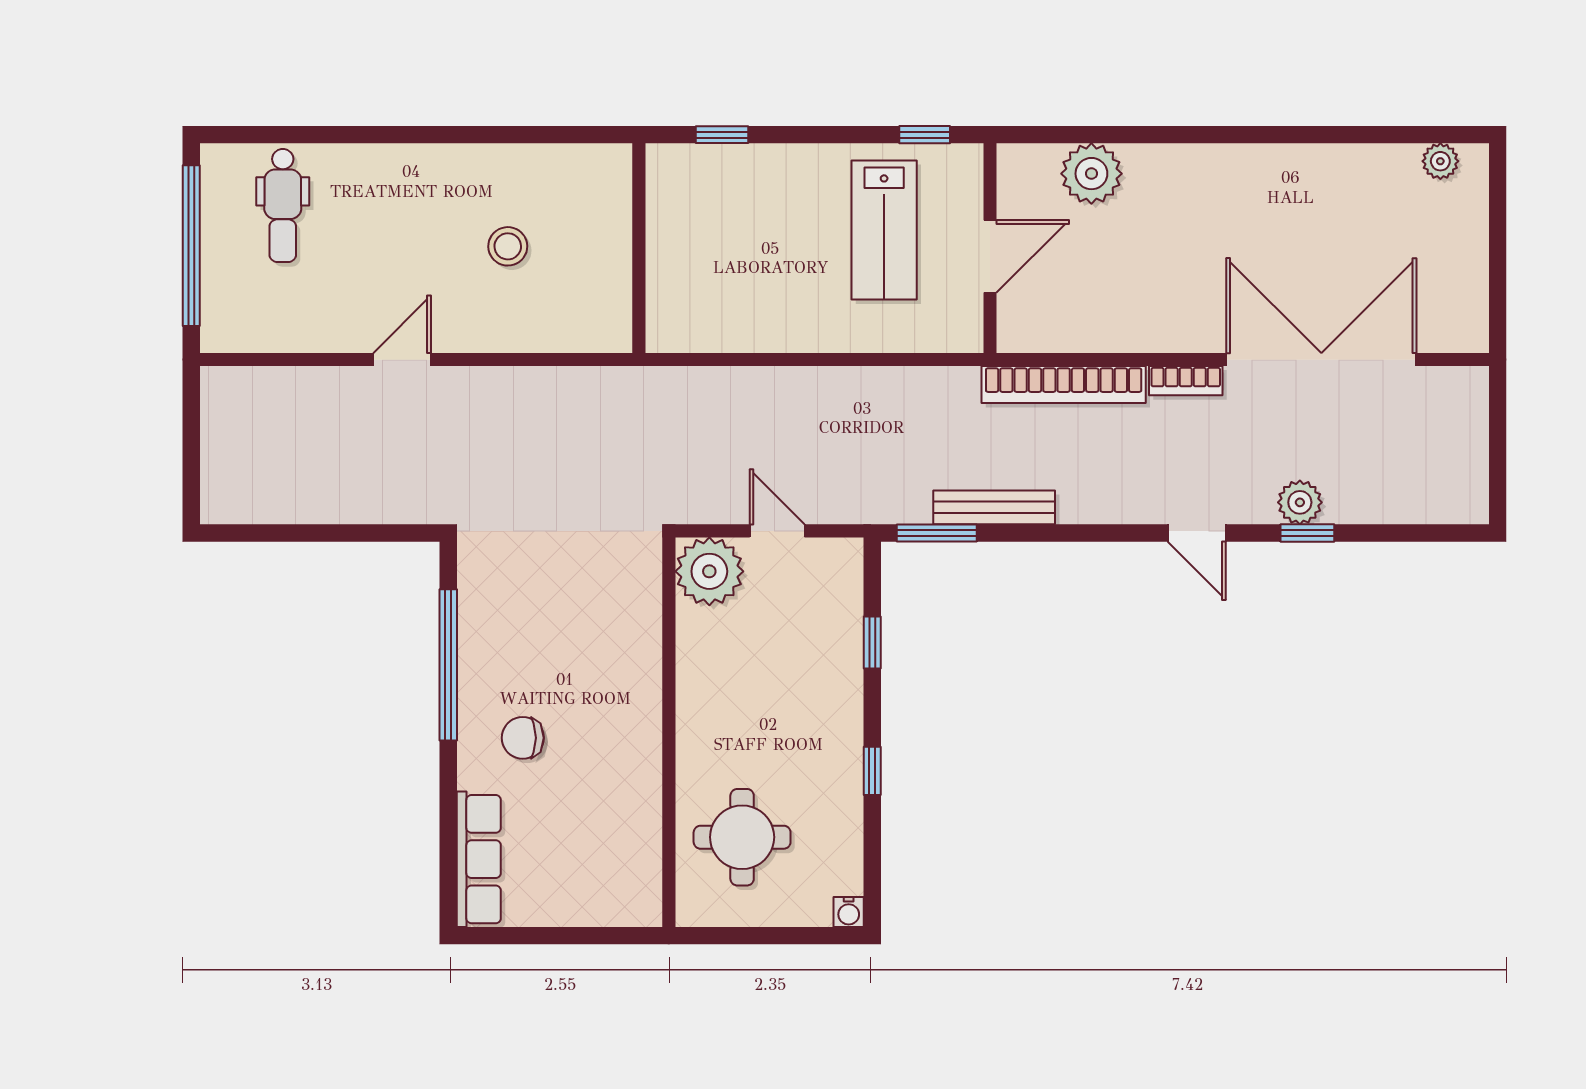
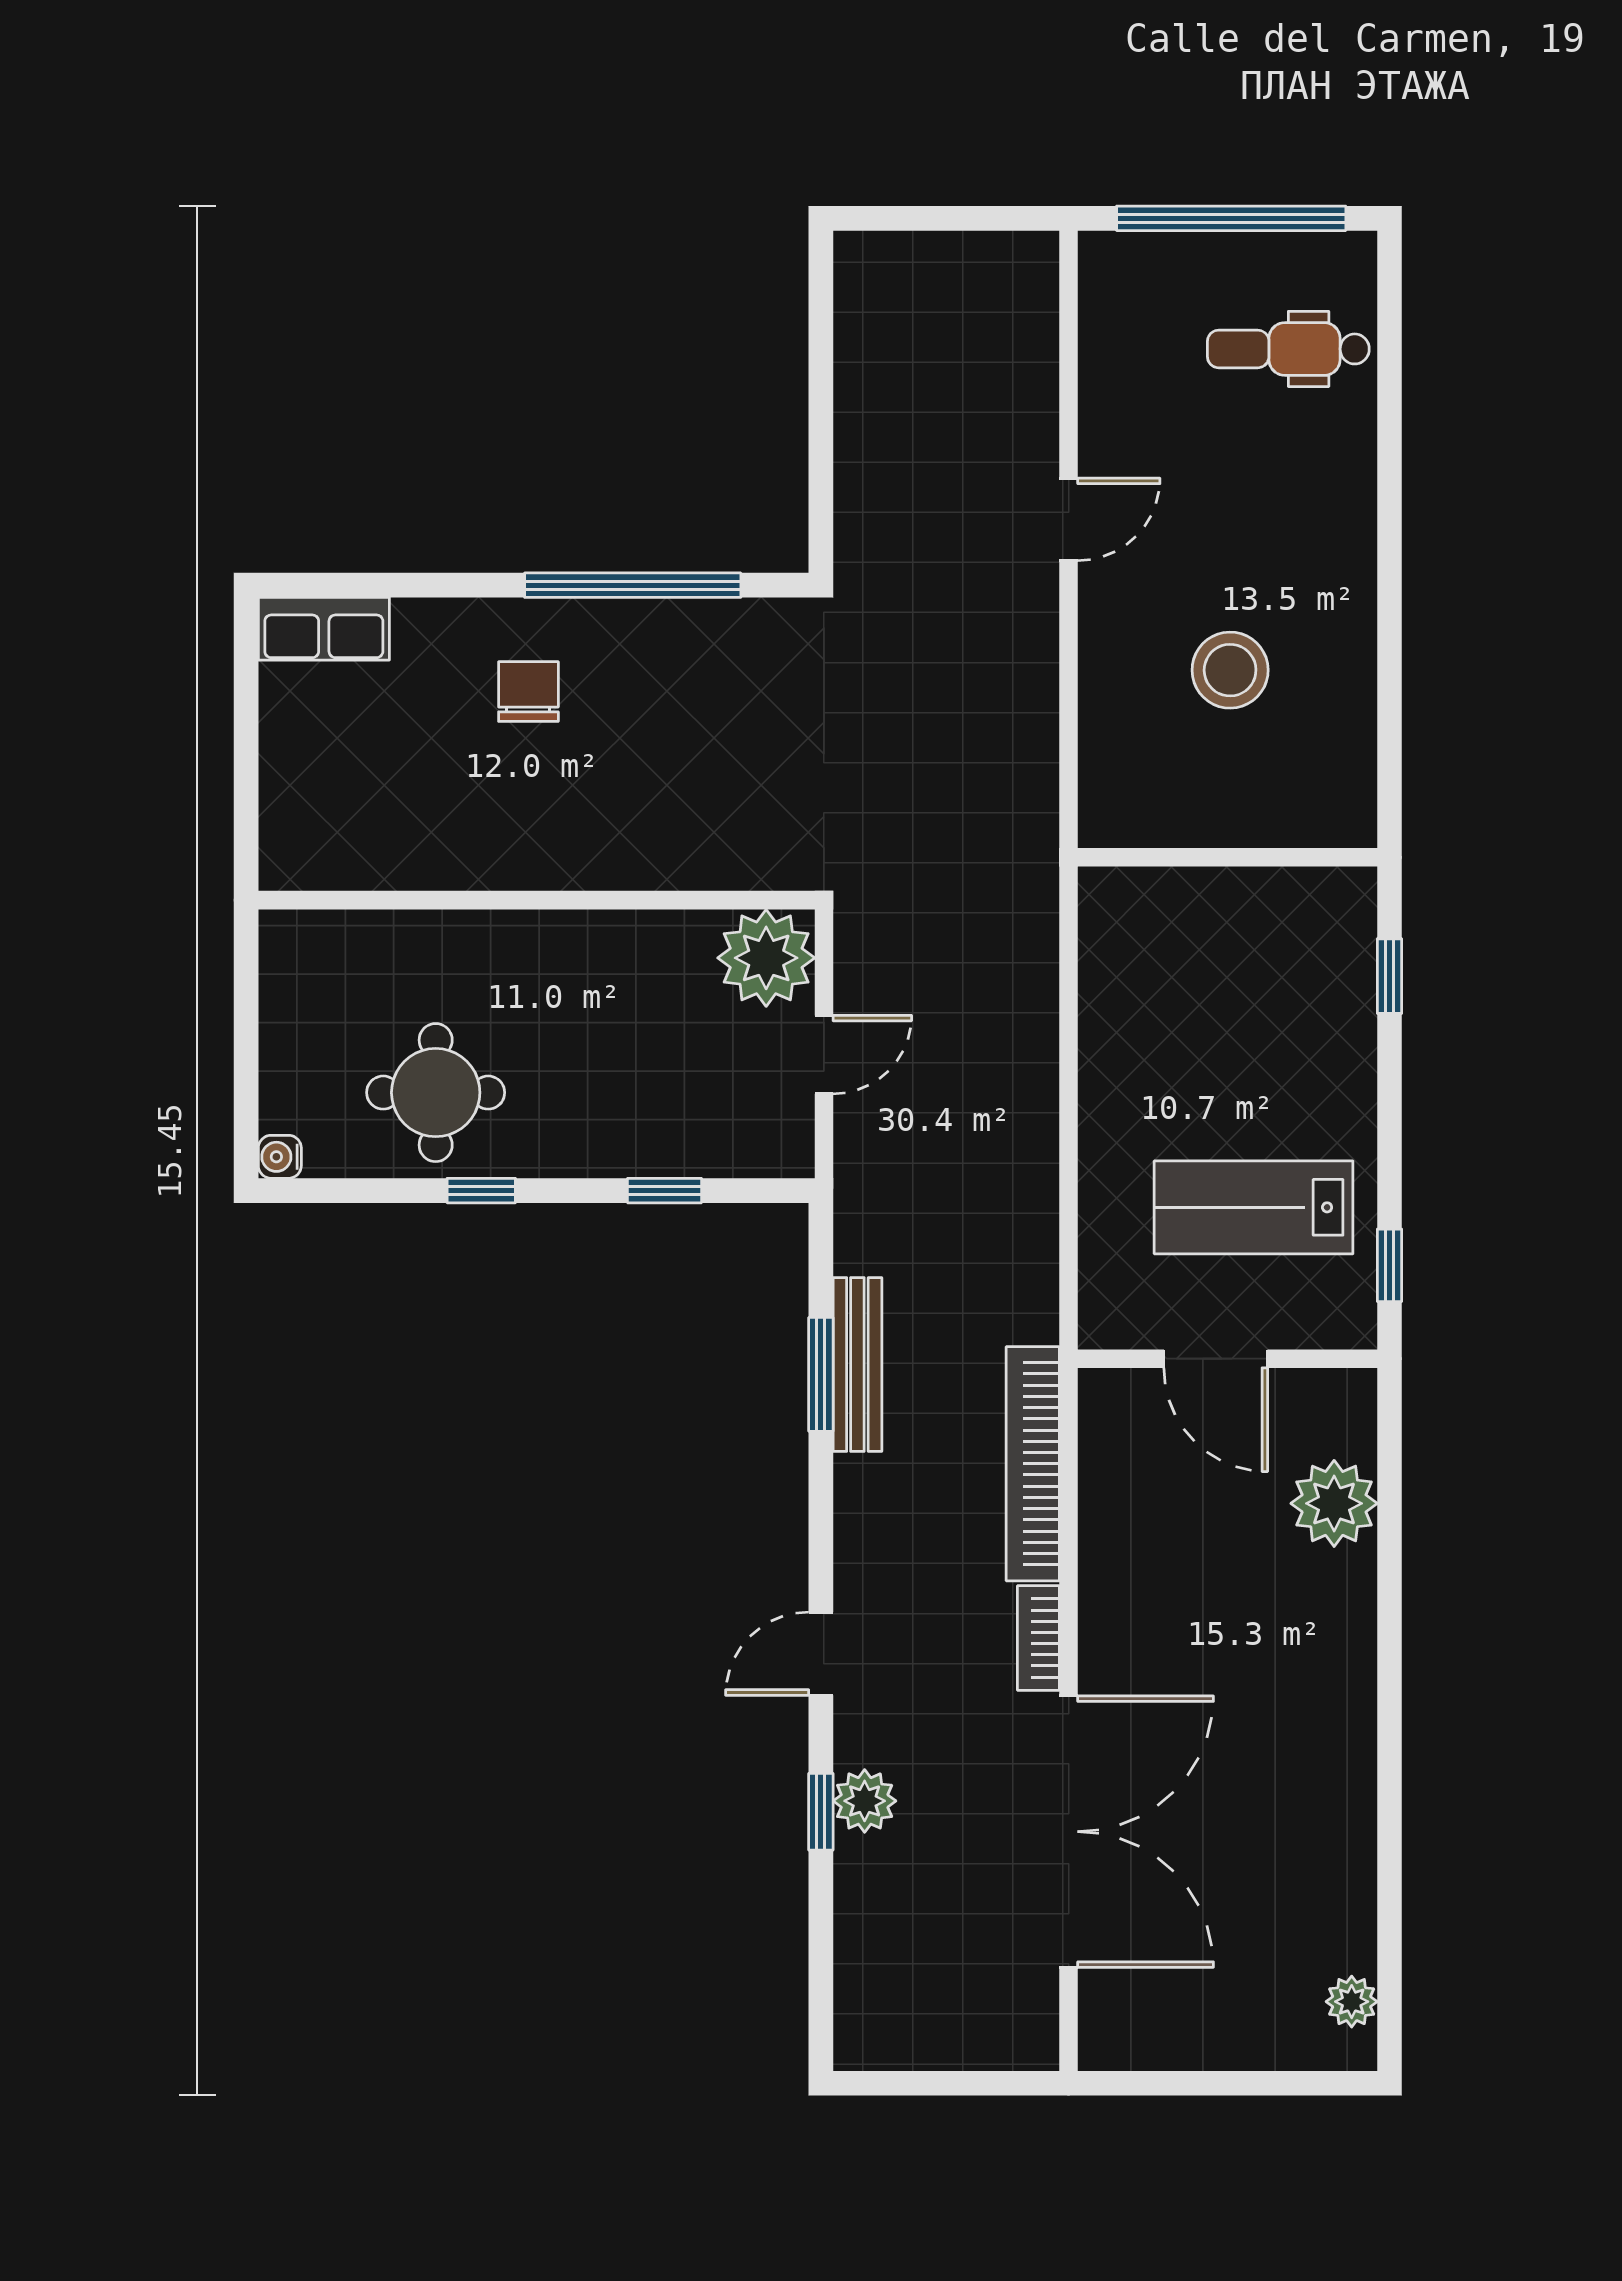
stool: (508, 246) -> (1230, 670), width x1.38, depth x1.38
door: (402, 360) -> (1069, 519), hinge flipped
window: (937, 533) -> (821, 1374), moved
round table: (742, 837) -> (436, 1093), moved
row of seats: (479, 859) -> (324, 629), width x0.68

